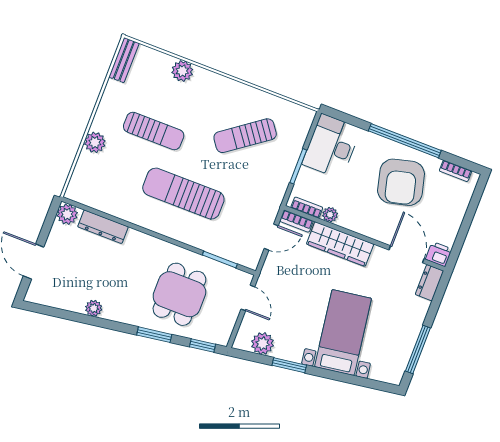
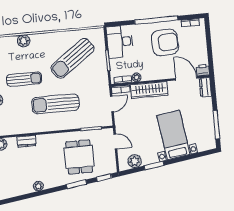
sun lounger: (245, 136) -> (73, 58), width x1.36, depth x1.34
armchair: (401, 182) -> (165, 42), turned -79
dresser: (103, 227) -> (26, 141), width x0.70

